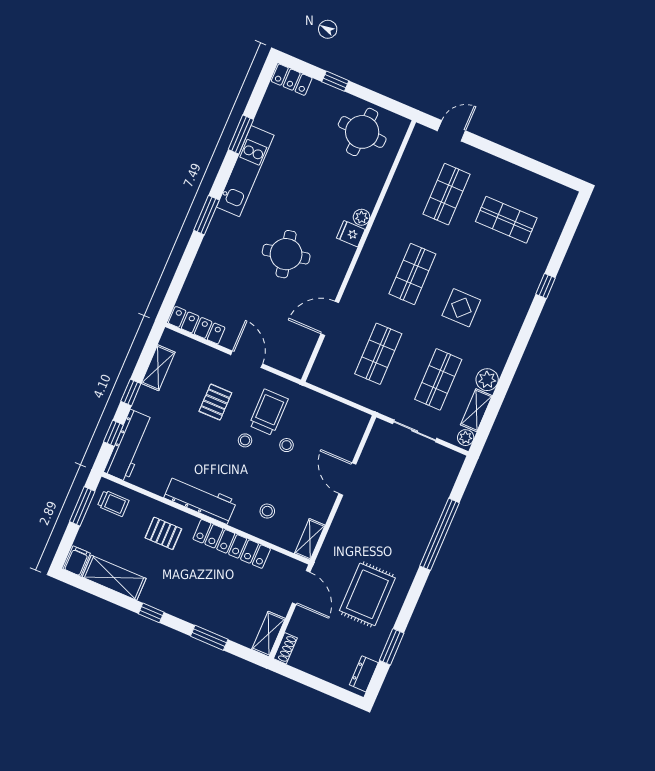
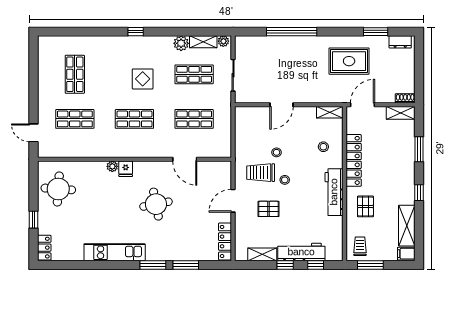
window: (241, 134) -> (186, 265), moved
window: (545, 286) -> (136, 32), moved
workbench: (129, 446) -> (301, 252), moved

